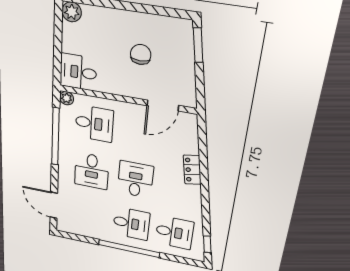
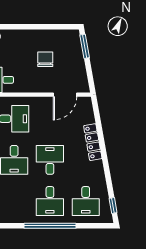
locker: (192, 170) -> (93, 142), width x1.53
desk: (131, 224) -> (50, 201), turned 90
desk: (174, 233) -> (86, 201), turned 90

